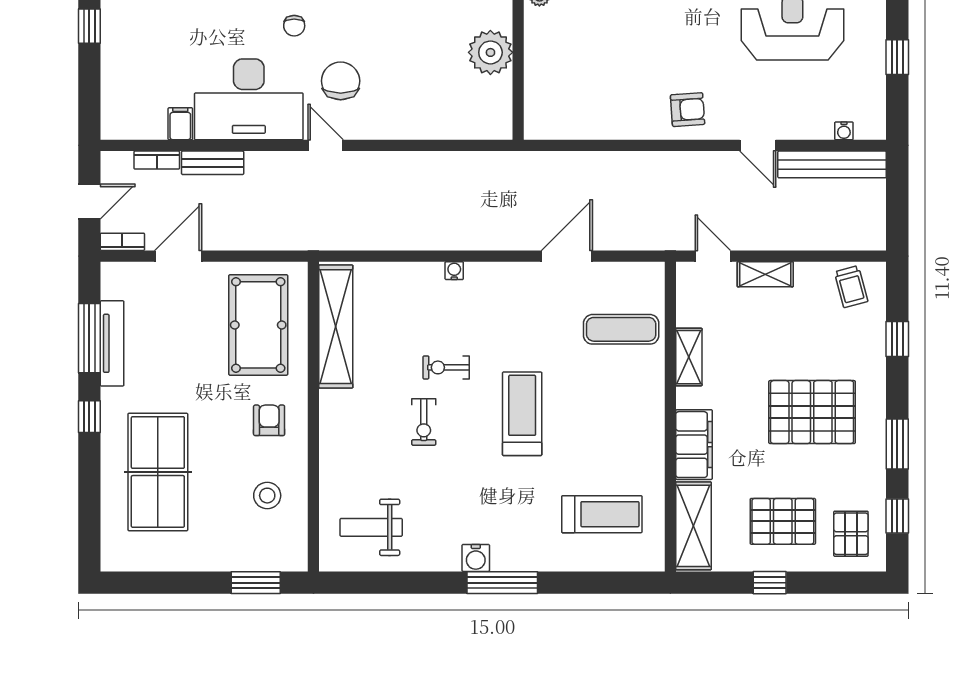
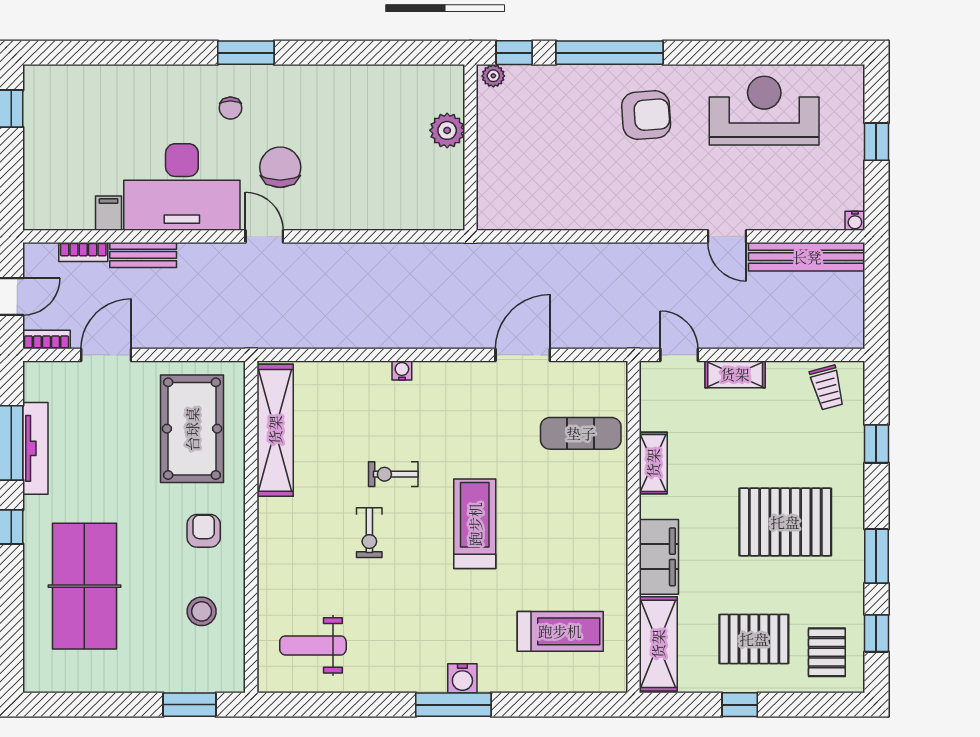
plant: (490, 52) -> (447, 130), width x0.73, depth x0.73
armchair: (688, 110) -> (646, 115), moved, width x1.38, depth x1.38
water cooler: (844, 131) -> (855, 221), moved
water cooler: (476, 558) -> (462, 678), moved

